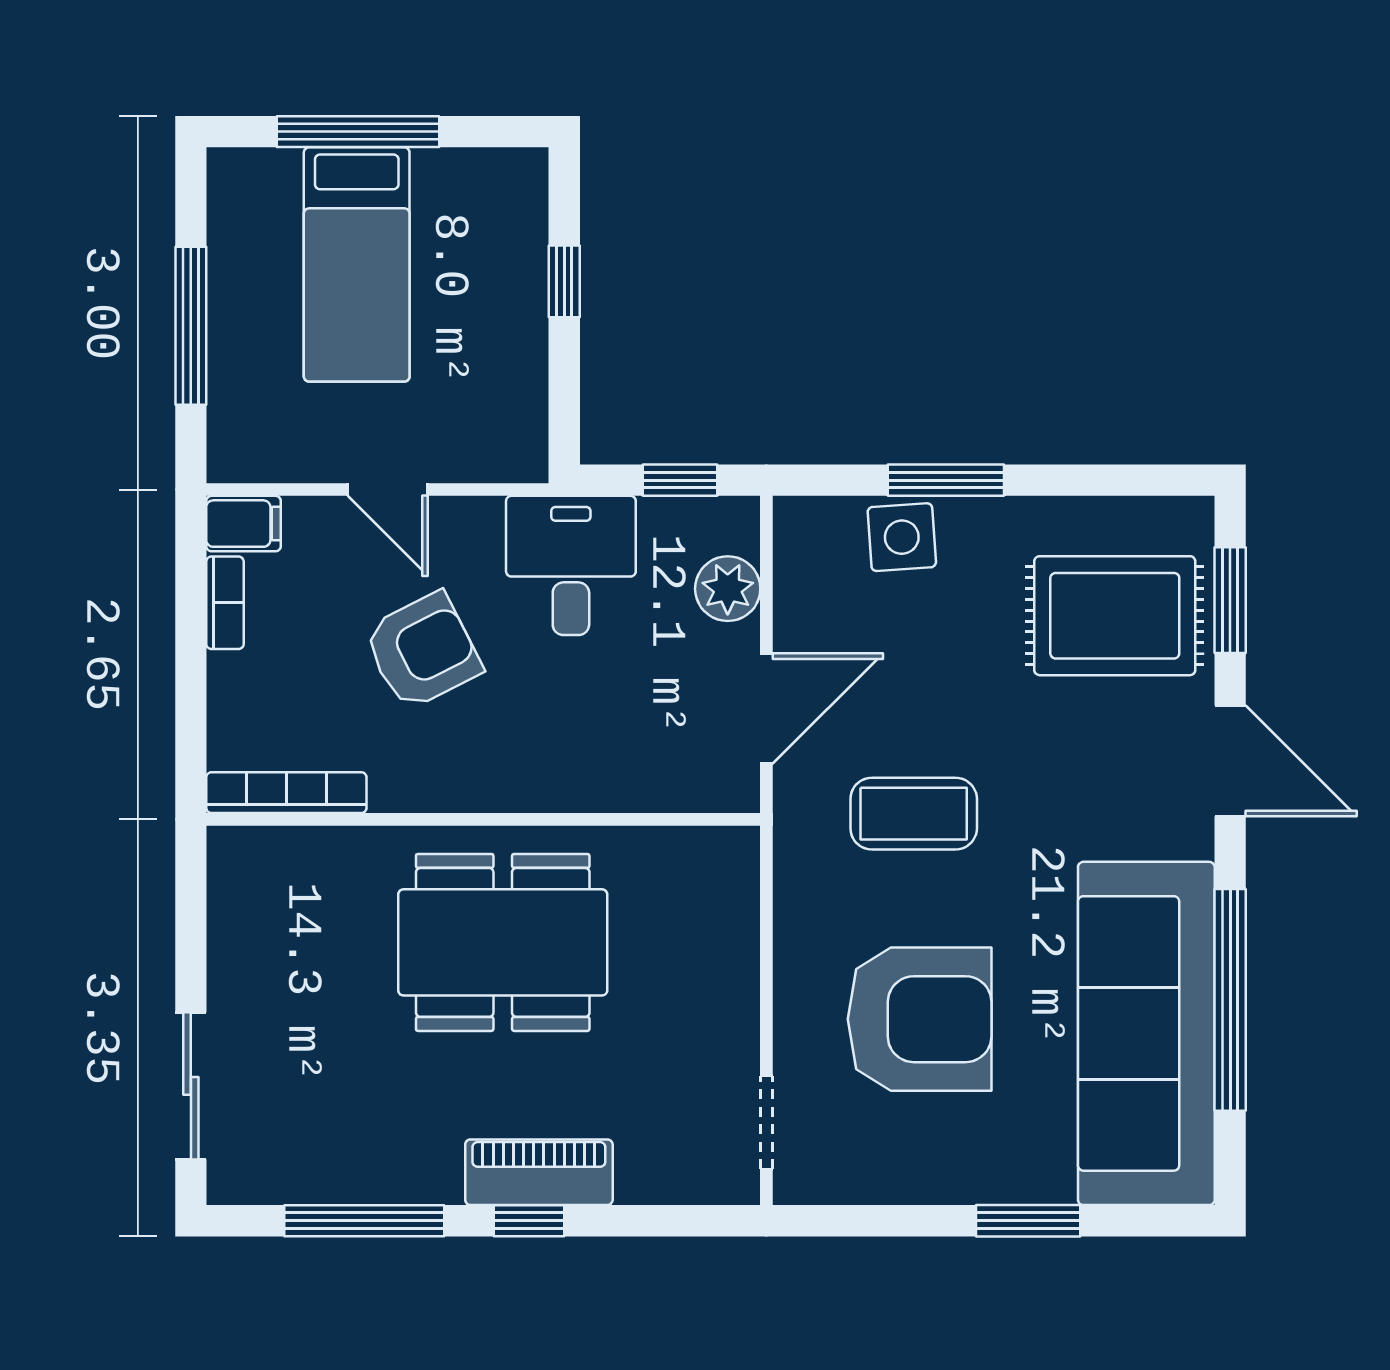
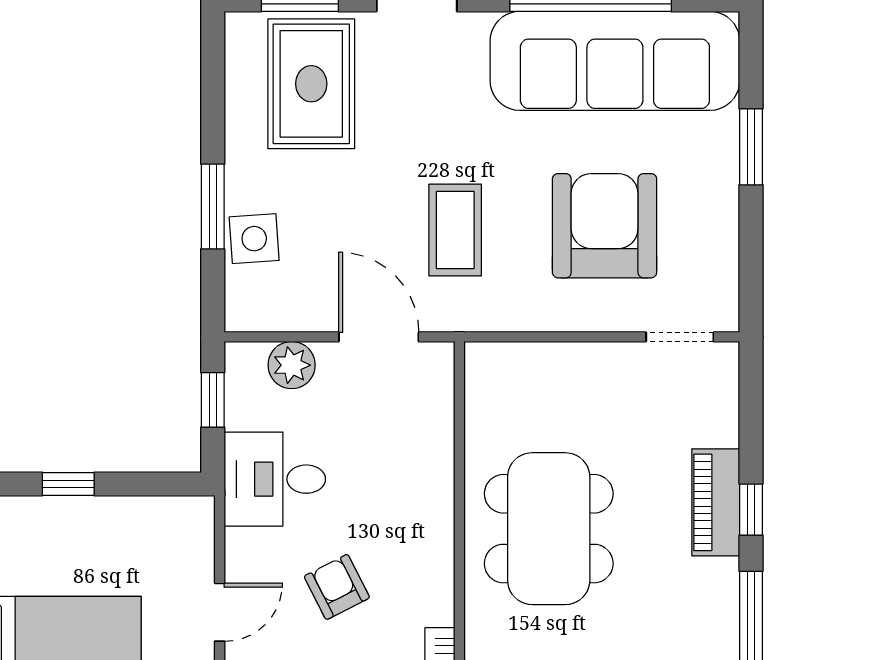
armchair: (423, 651) -> (337, 587), width x0.72, depth x0.72

